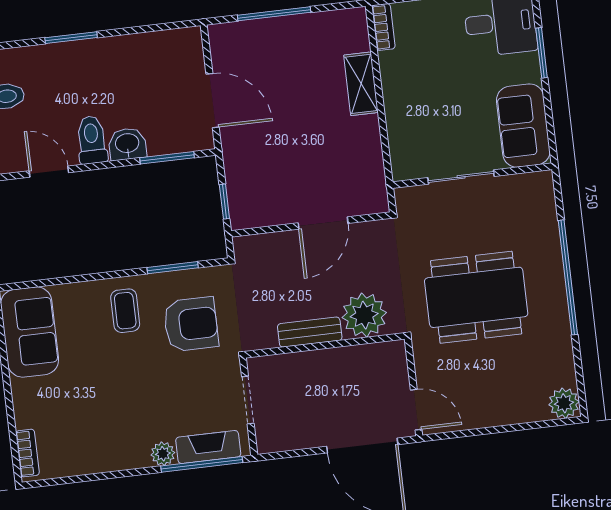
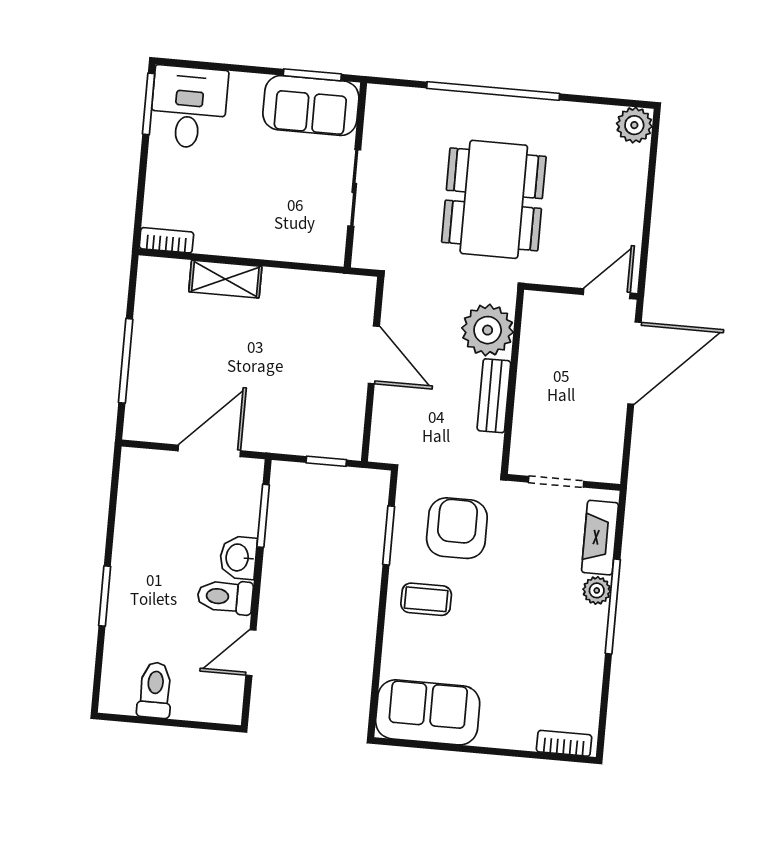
window: (542, 53) -> (312, 75), moved
window: (202, 464) -> (613, 607), moved

